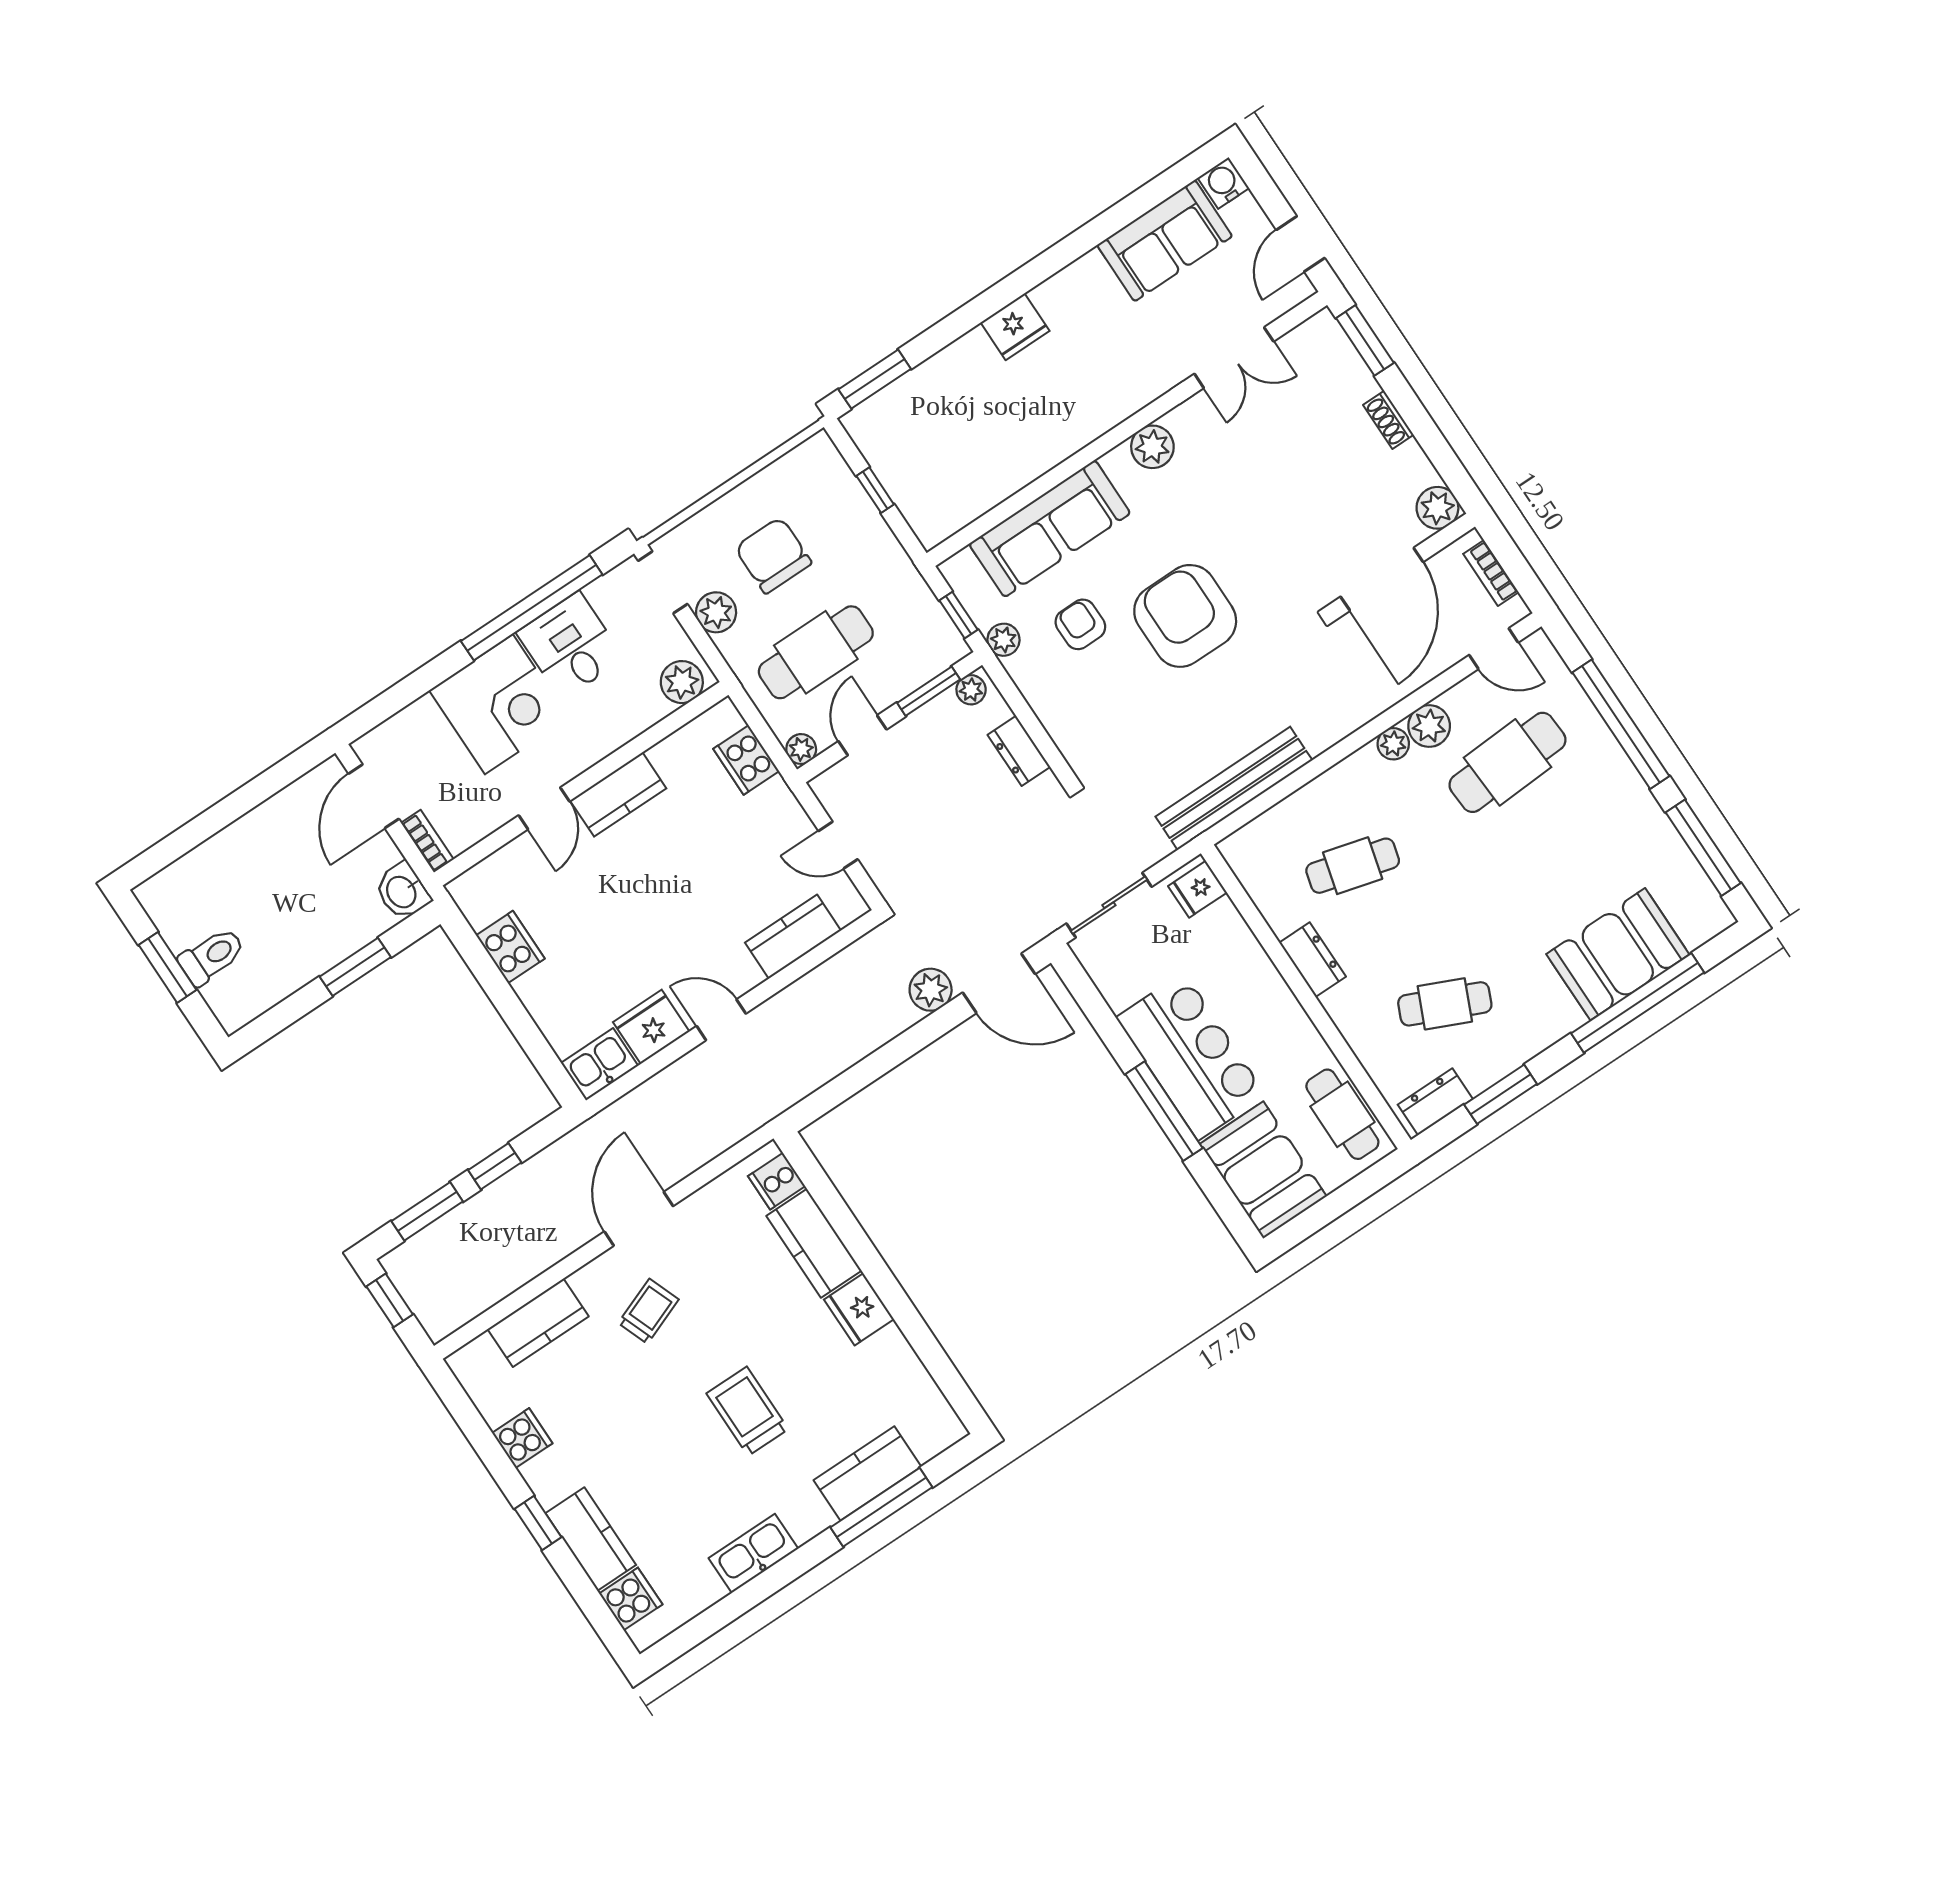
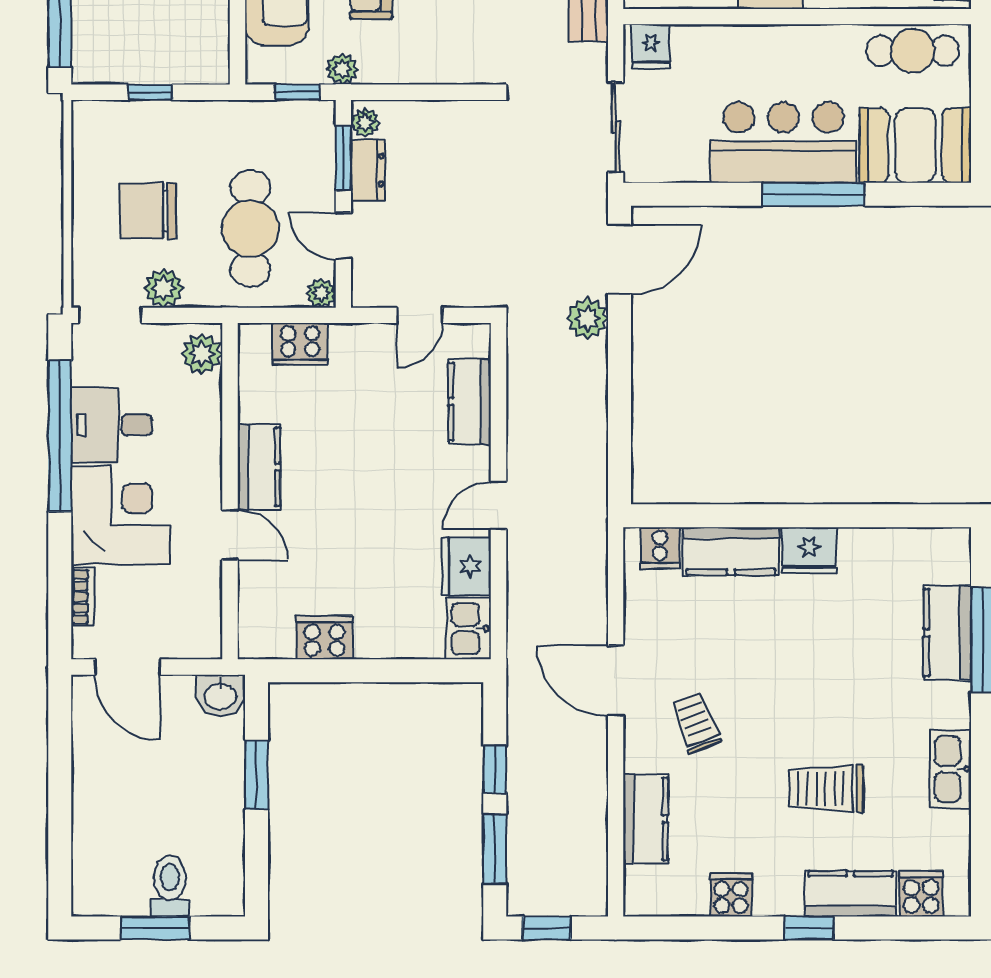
dresser: (1019, 751) -> (368, 170), moved, turned -90
bookcase: (427, 841) -> (83, 597), moved, turned 90
trolley: (747, 1411) -> (826, 789), moved

